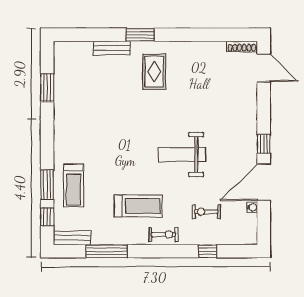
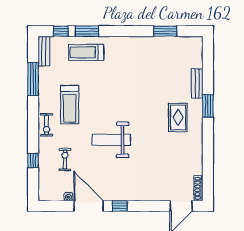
rug: (154, 72) -> (178, 117), turned 90
weight bench: (182, 155) -> (111, 140), turned -90

